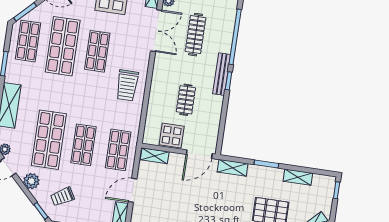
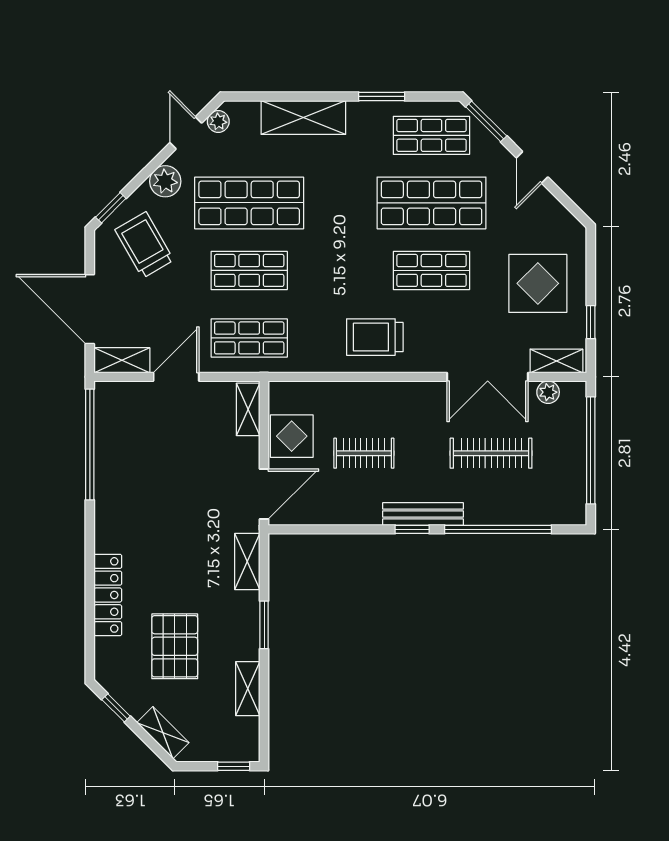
door: (199, 154) -> (264, 494), swing flipped
door: (133, 190) -> (176, 377), hinge flipped
trolley: (62, 197) -> (144, 245), width x1.36, depth x1.39

